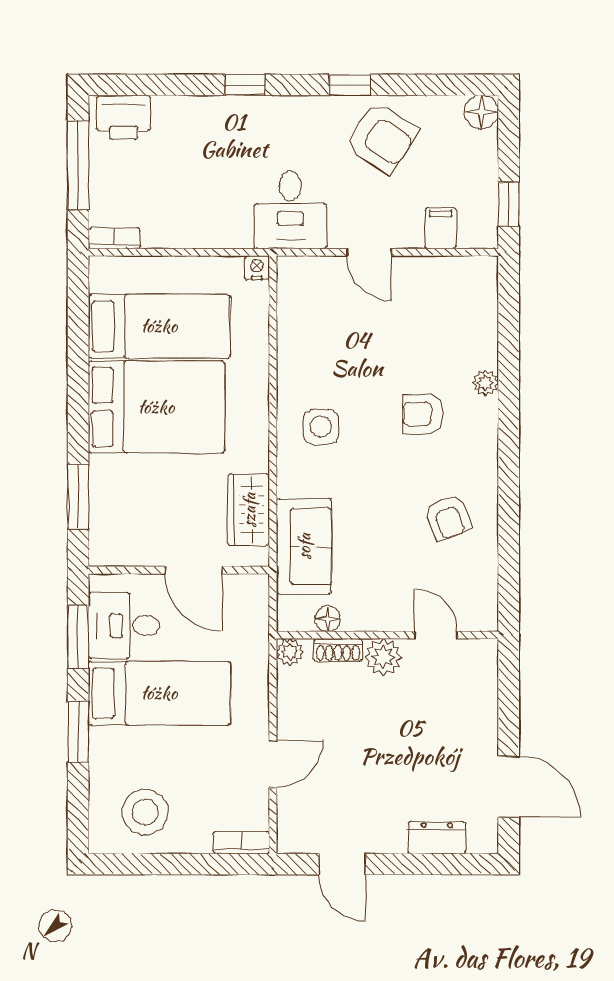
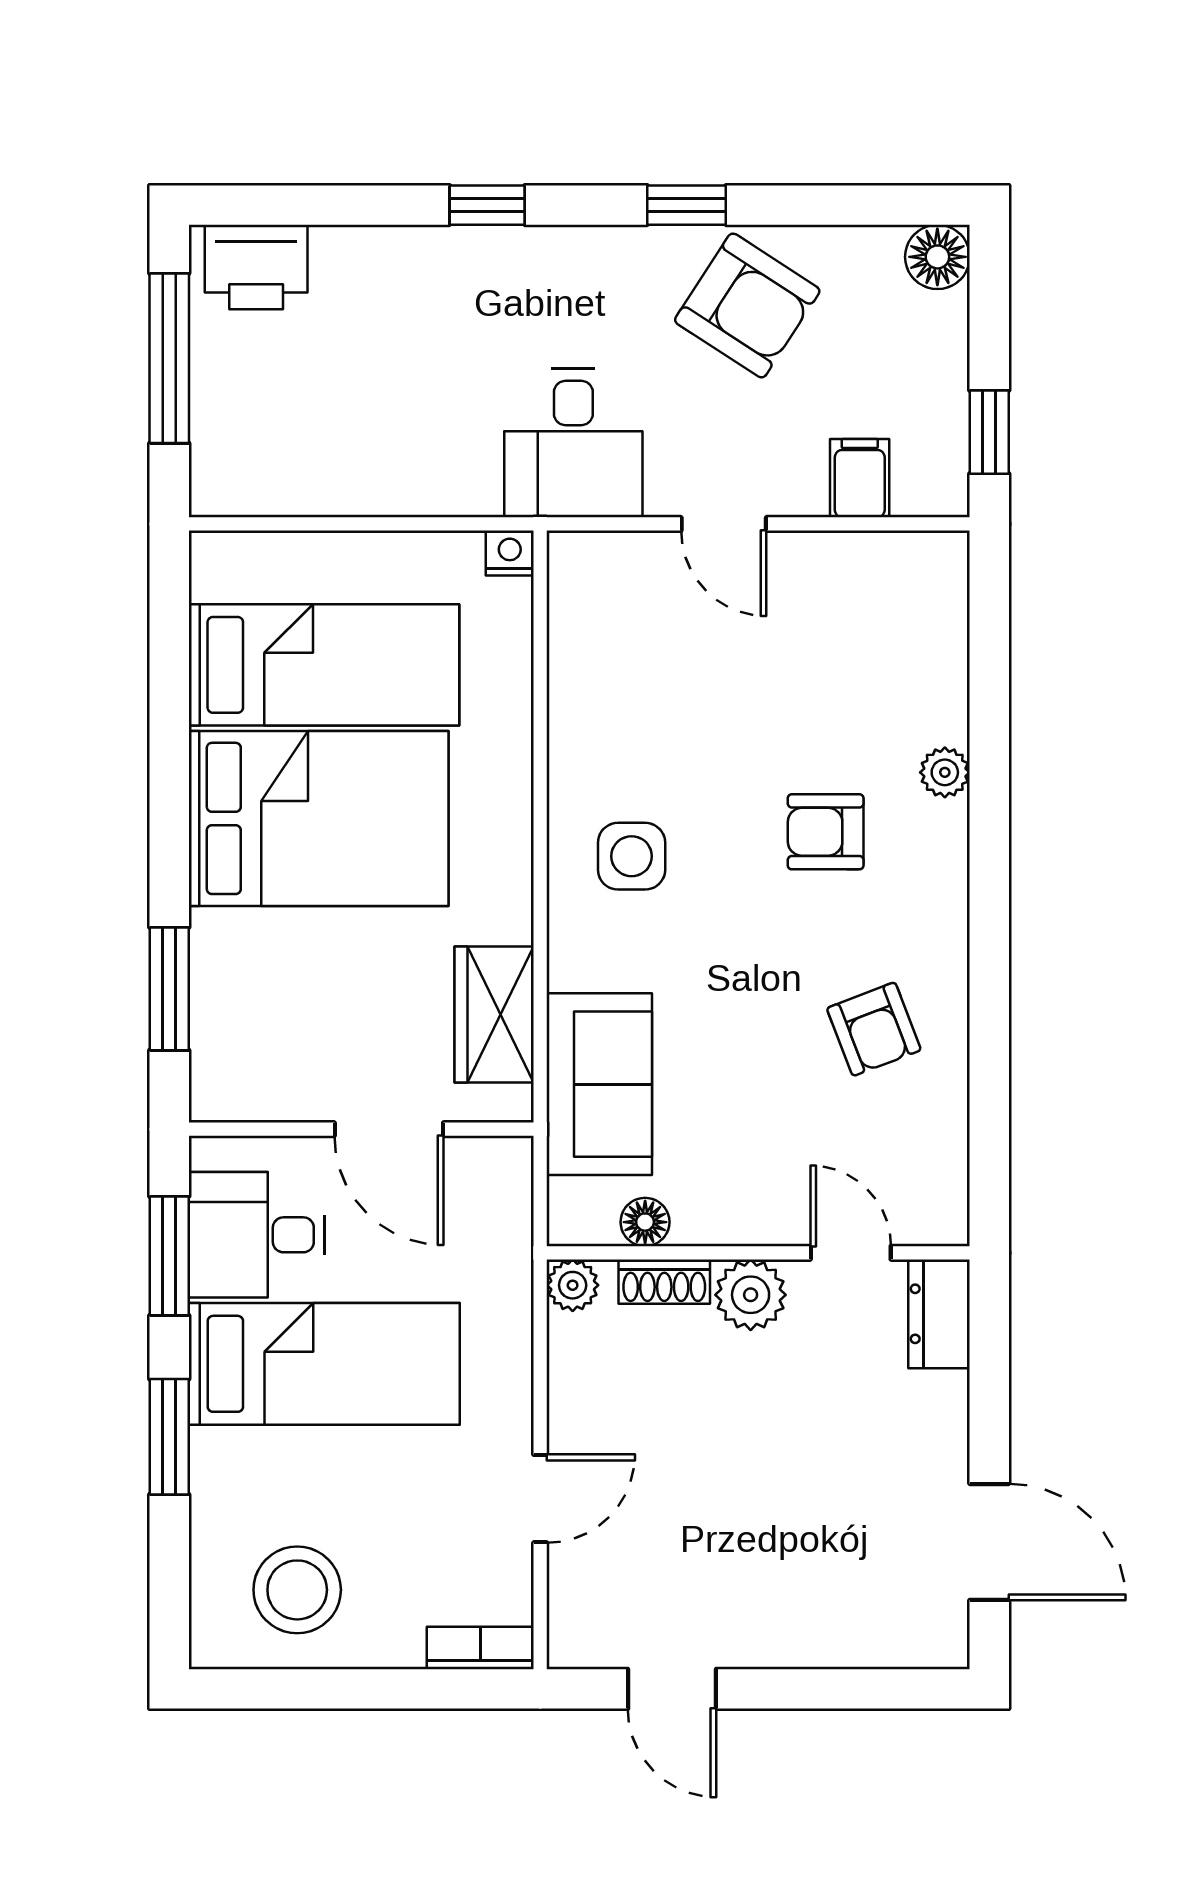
bookcase: (114, 238) -> (238, 498), removed
dresser: (437, 838) -> (939, 1314), moved, turned -90

